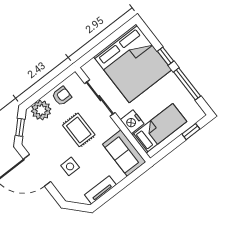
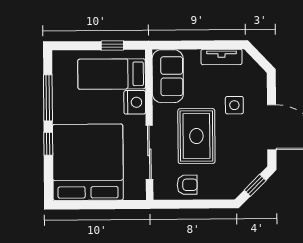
armchair: (62, 96) -> (187, 185), turned 180
plant: (41, 110) -> (220, 186), removed
rug: (79, 130) -> (196, 136), width x1.36, depth x1.43
window: (191, 132) -> (112, 45), moved

